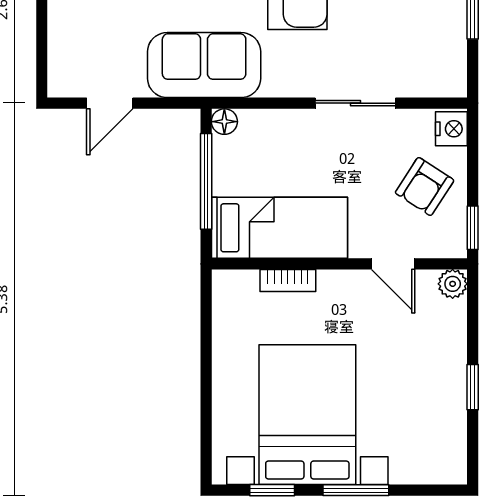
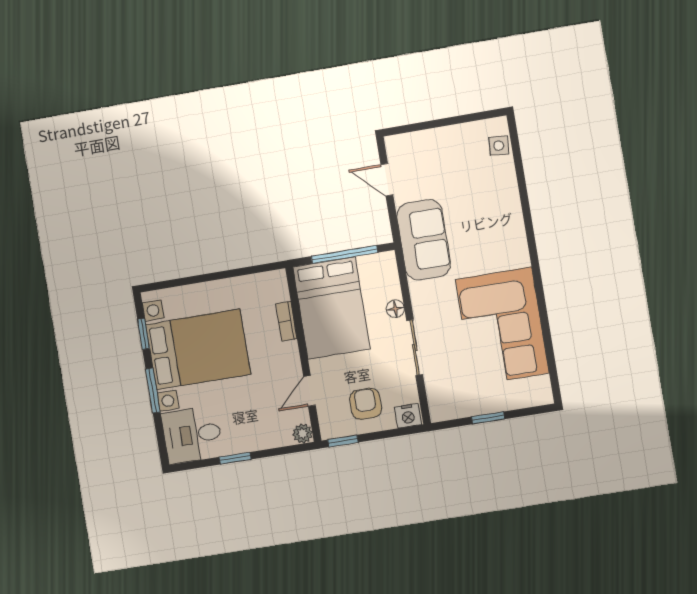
floor lamp: (224, 122) -> (395, 309), moved
armchair: (425, 186) -> (366, 404), turned 57
bed: (279, 228) -> (332, 308), width x1.50
desk: (429, 444) -> (192, 435), added

